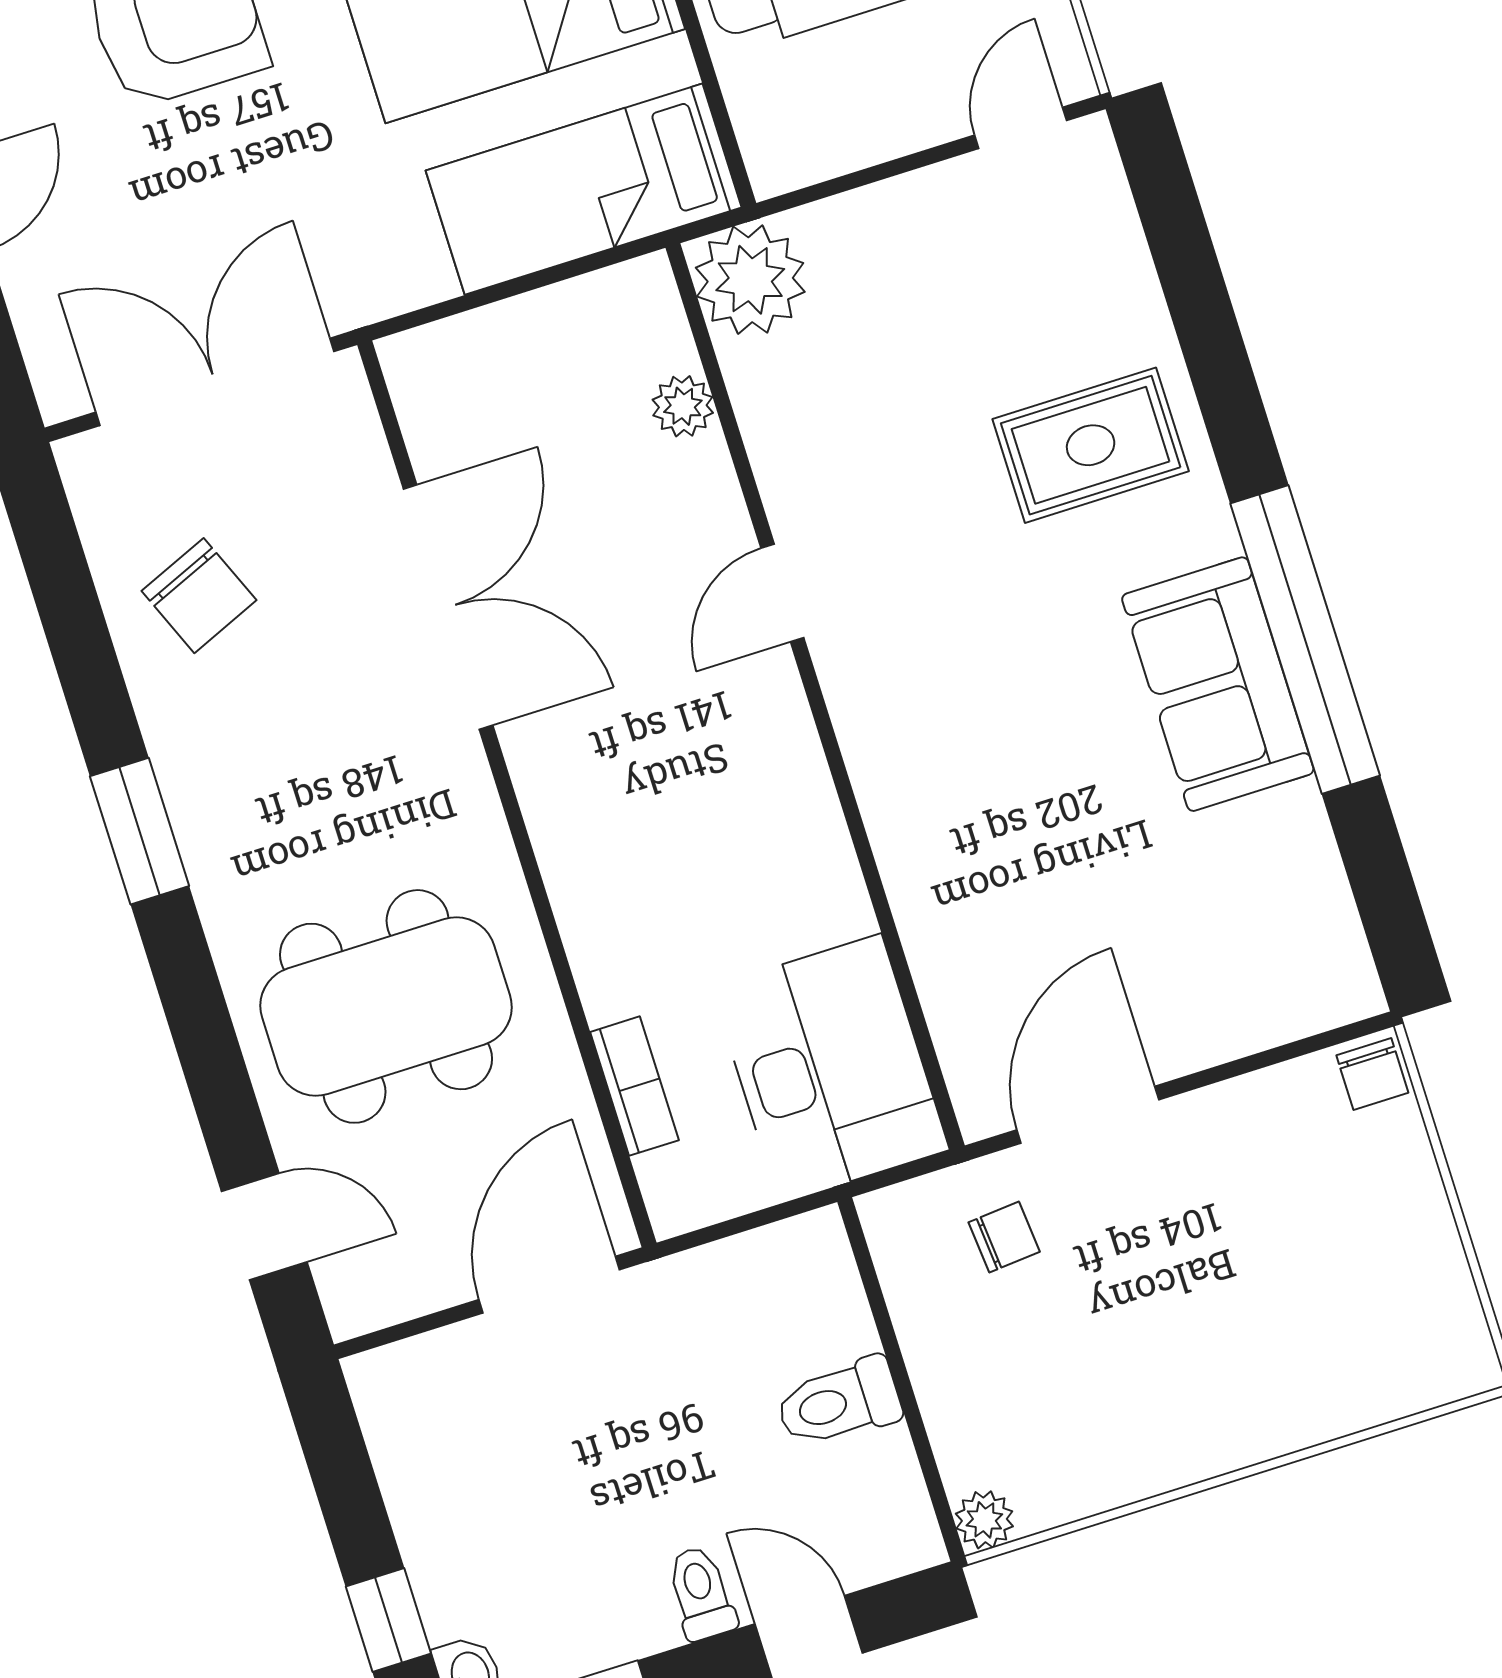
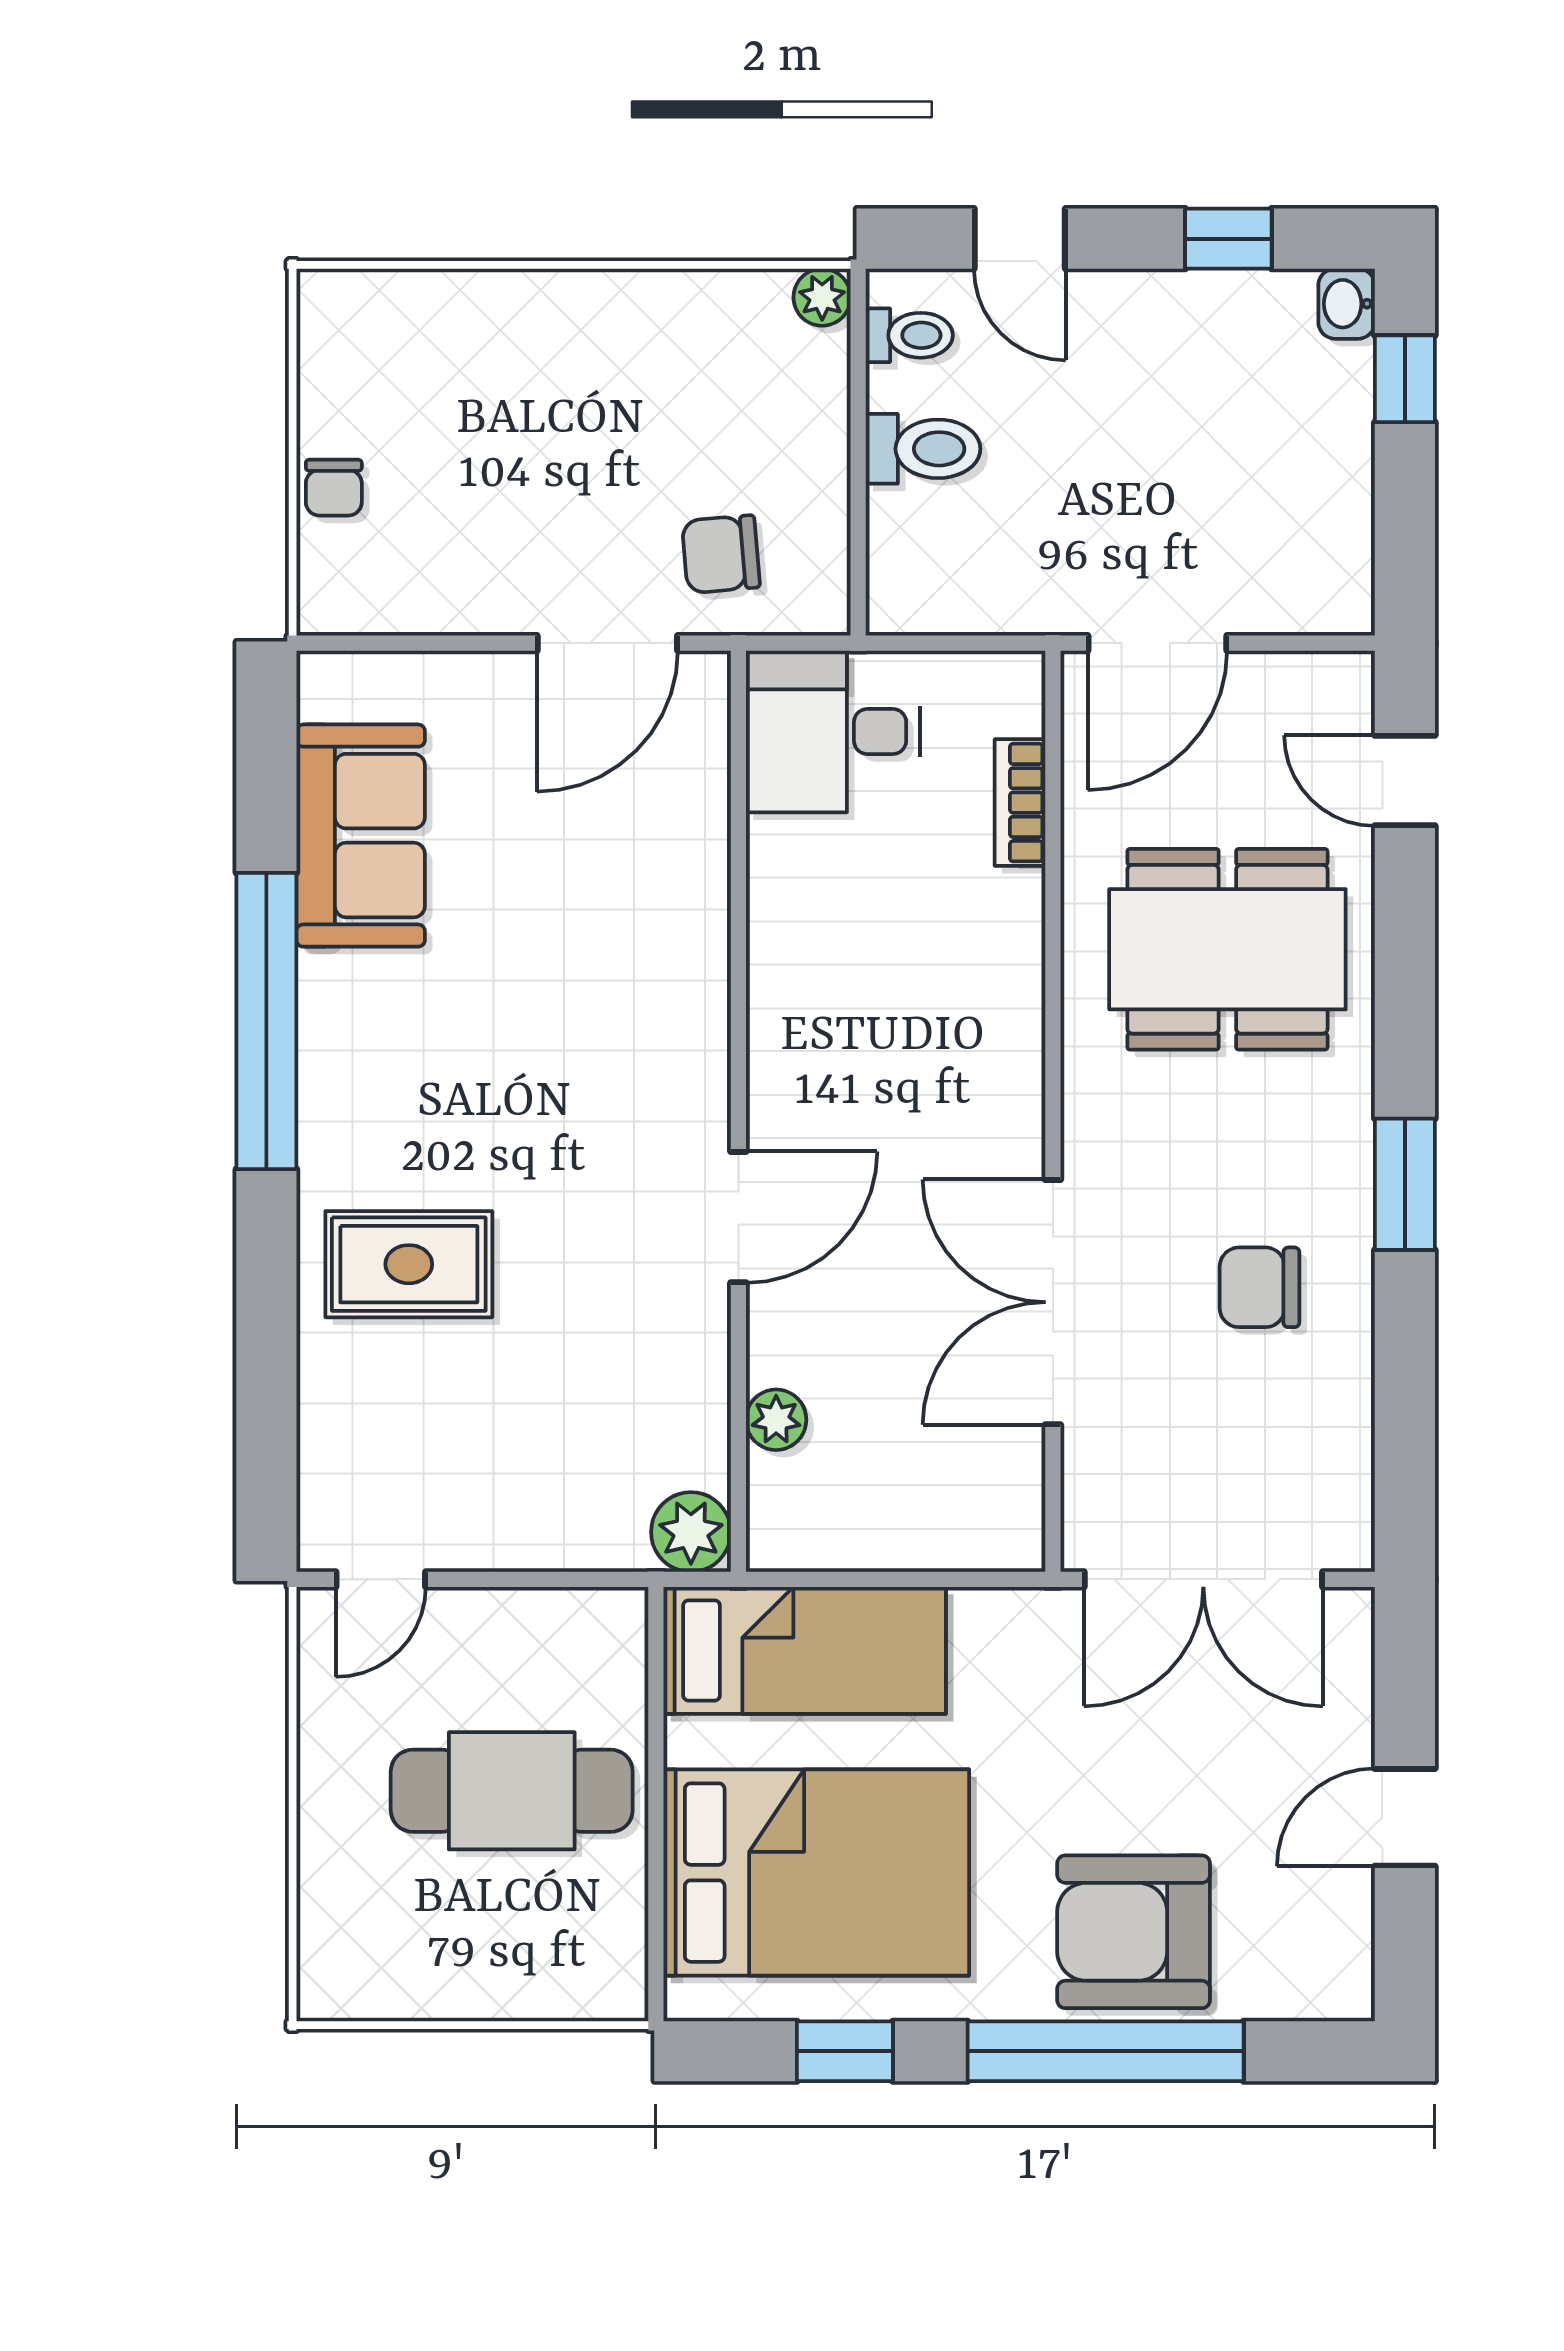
plant: (750, 280) -> (691, 1532), width x0.73, depth x0.73
door: (782, 593) -> (738, 1217), width x1.38
chair: (199, 596) -> (1259, 1287), moved, turned -67
sofa: (1218, 684) -> (361, 836), moved
desk: (830, 1068) -> (833, 731), width x0.73
chair: (1372, 1074) -> (334, 488), moved, turned 180
chair: (1004, 1237) -> (721, 554), width x1.37, depth x1.37
toilet: (701, 1593) -> (909, 335), moved, turned -90

